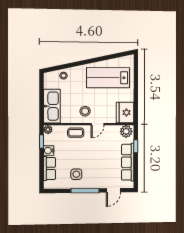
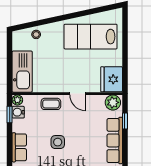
stool: (85, 111) -> (62, 78), removed
door: (98, 124) -> (78, 94), hinge flipped
water cooler: (49, 151) -> (18, 112), moved
side table: (76, 174) -> (58, 142), moved

